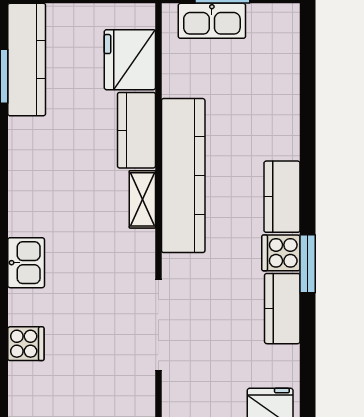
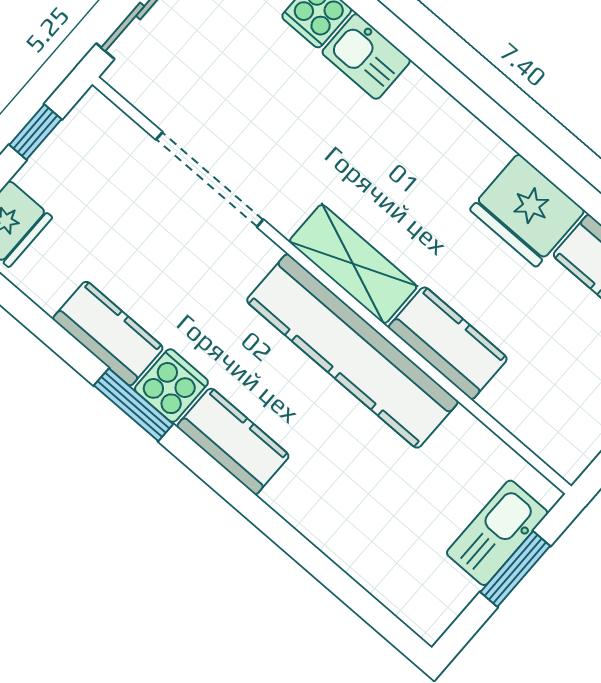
fridge: (130, 60) -> (527, 210), moved, turned 180
shelving: (142, 199) -> (353, 264), width x1.50, depth x1.33
kitchen sink: (26, 263) -> (366, 56), moved

